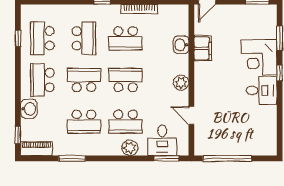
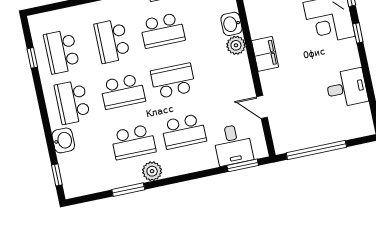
school desk: (84, 38) -> (112, 41), turned 180
filing cabinet: (203, 48) -> (265, 54), moved
school desk: (84, 80) -> (123, 91), turned 180
plant: (181, 83) -> (236, 45), moved
desk: (262, 90) -> (347, 88), moved
plant: (130, 148) -> (152, 171), moved
piano: (37, 149) -> (83, 187), removed

